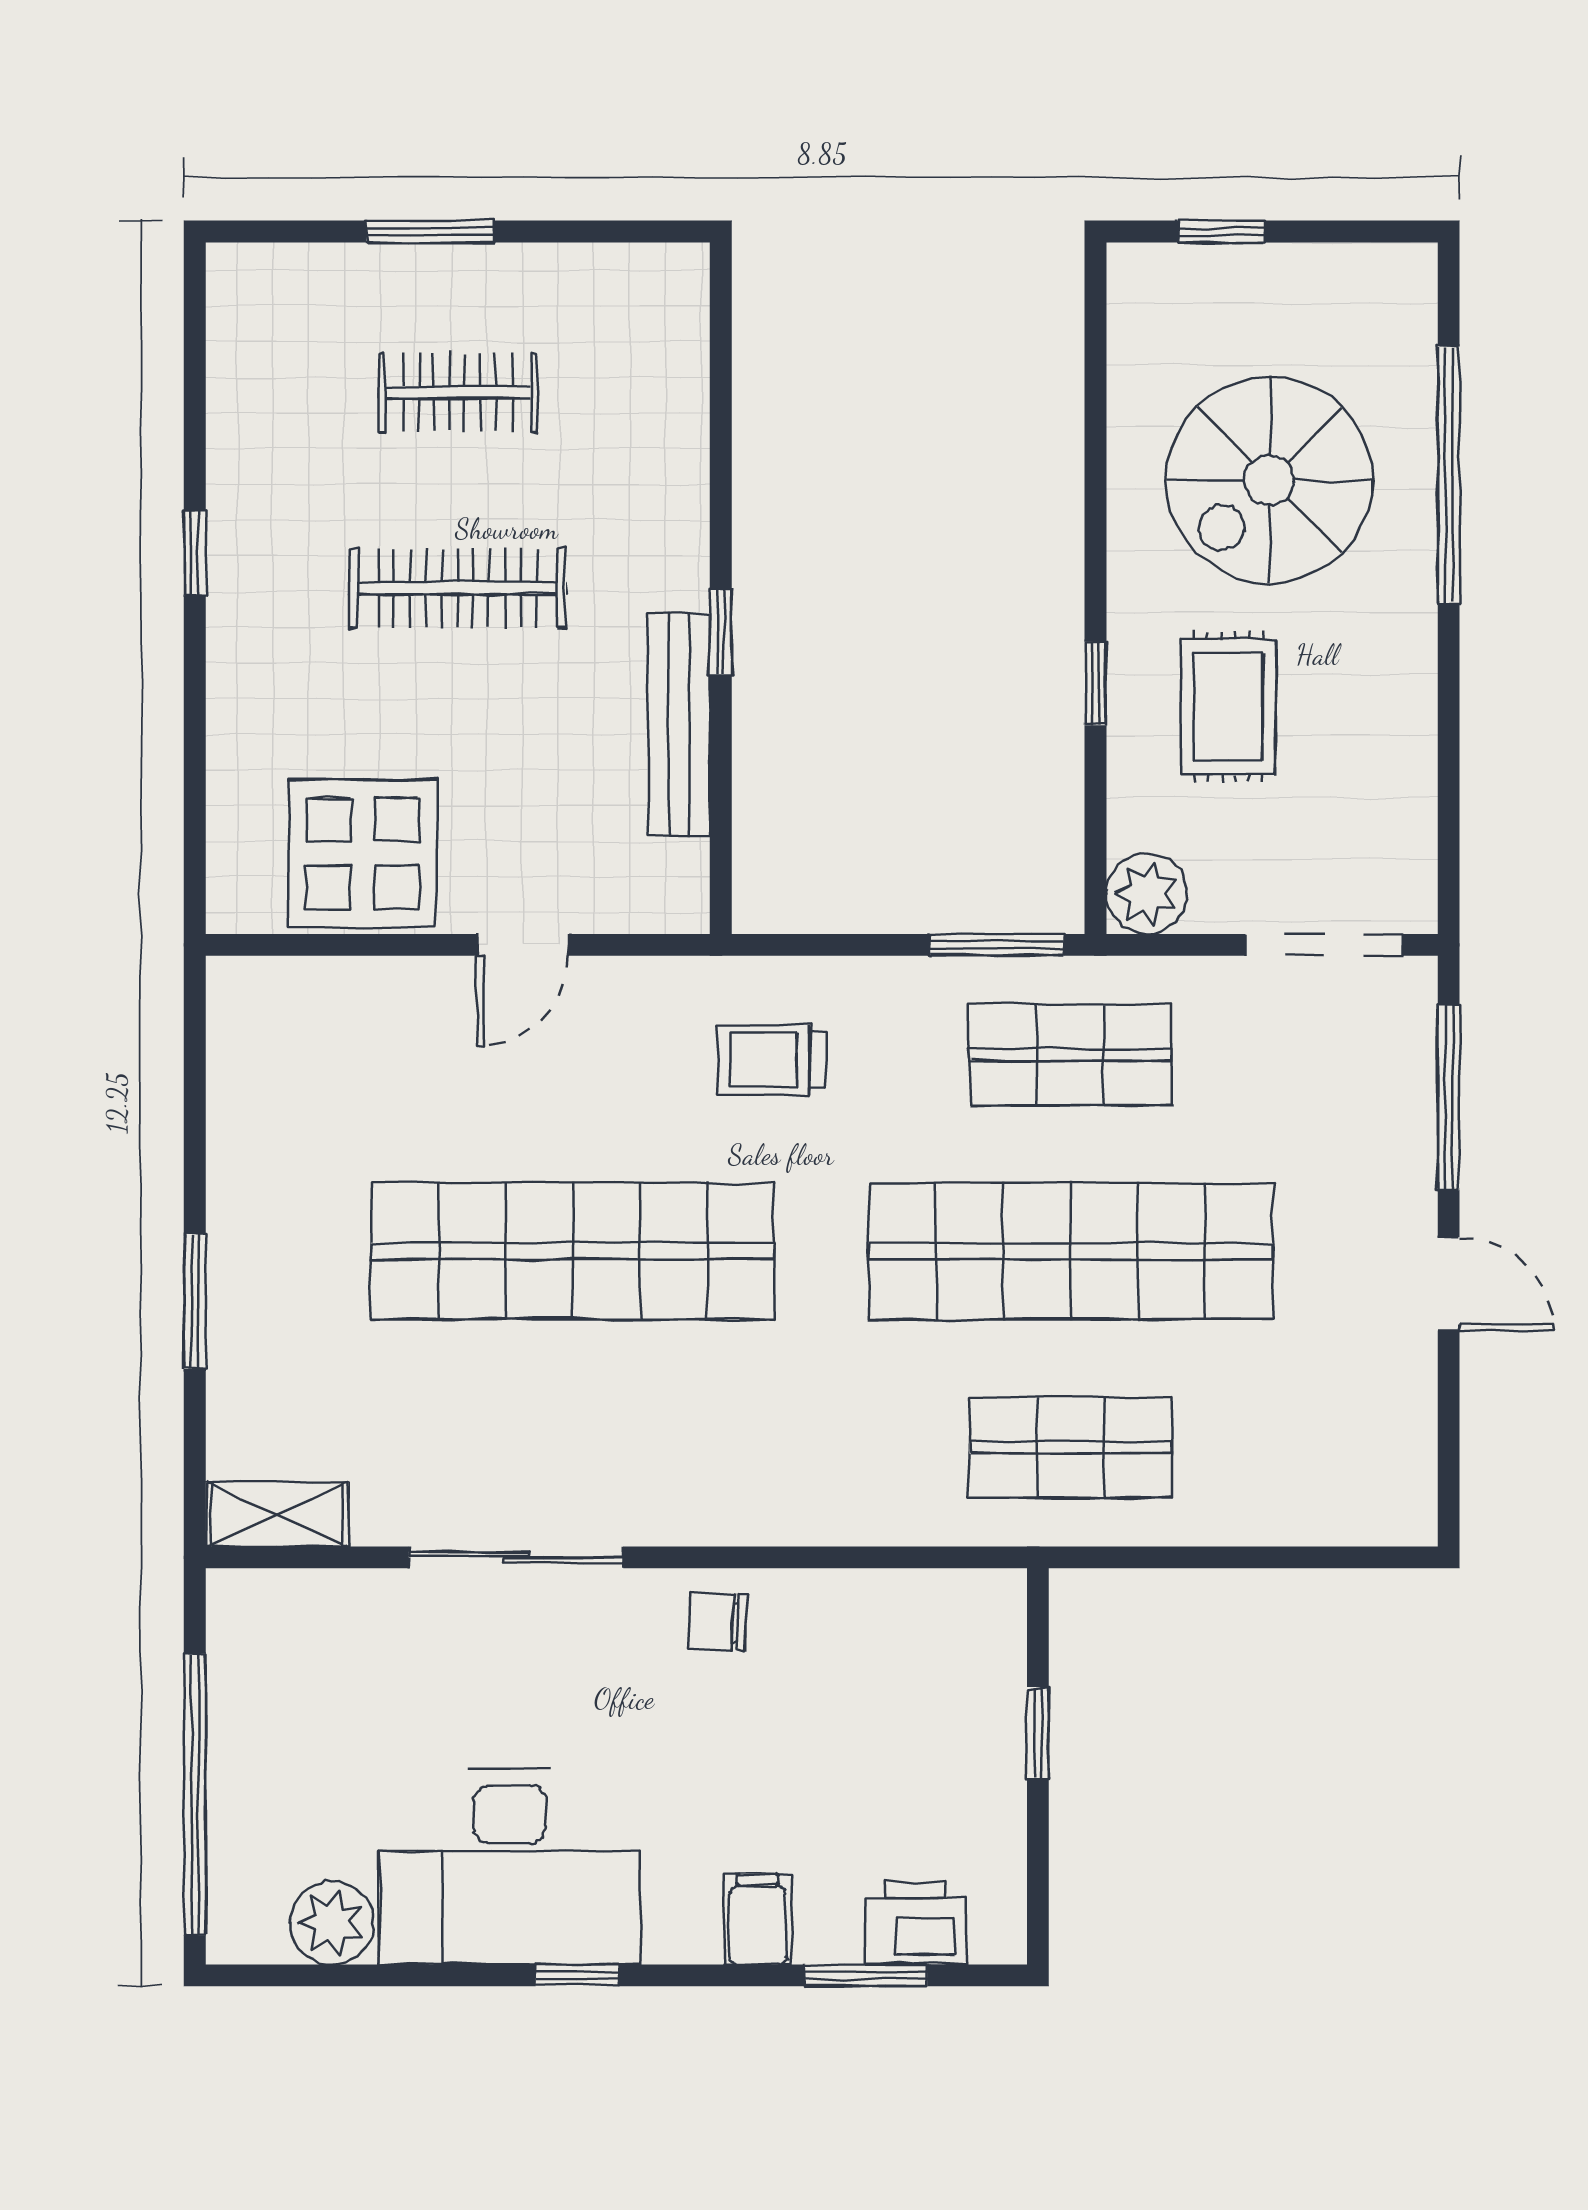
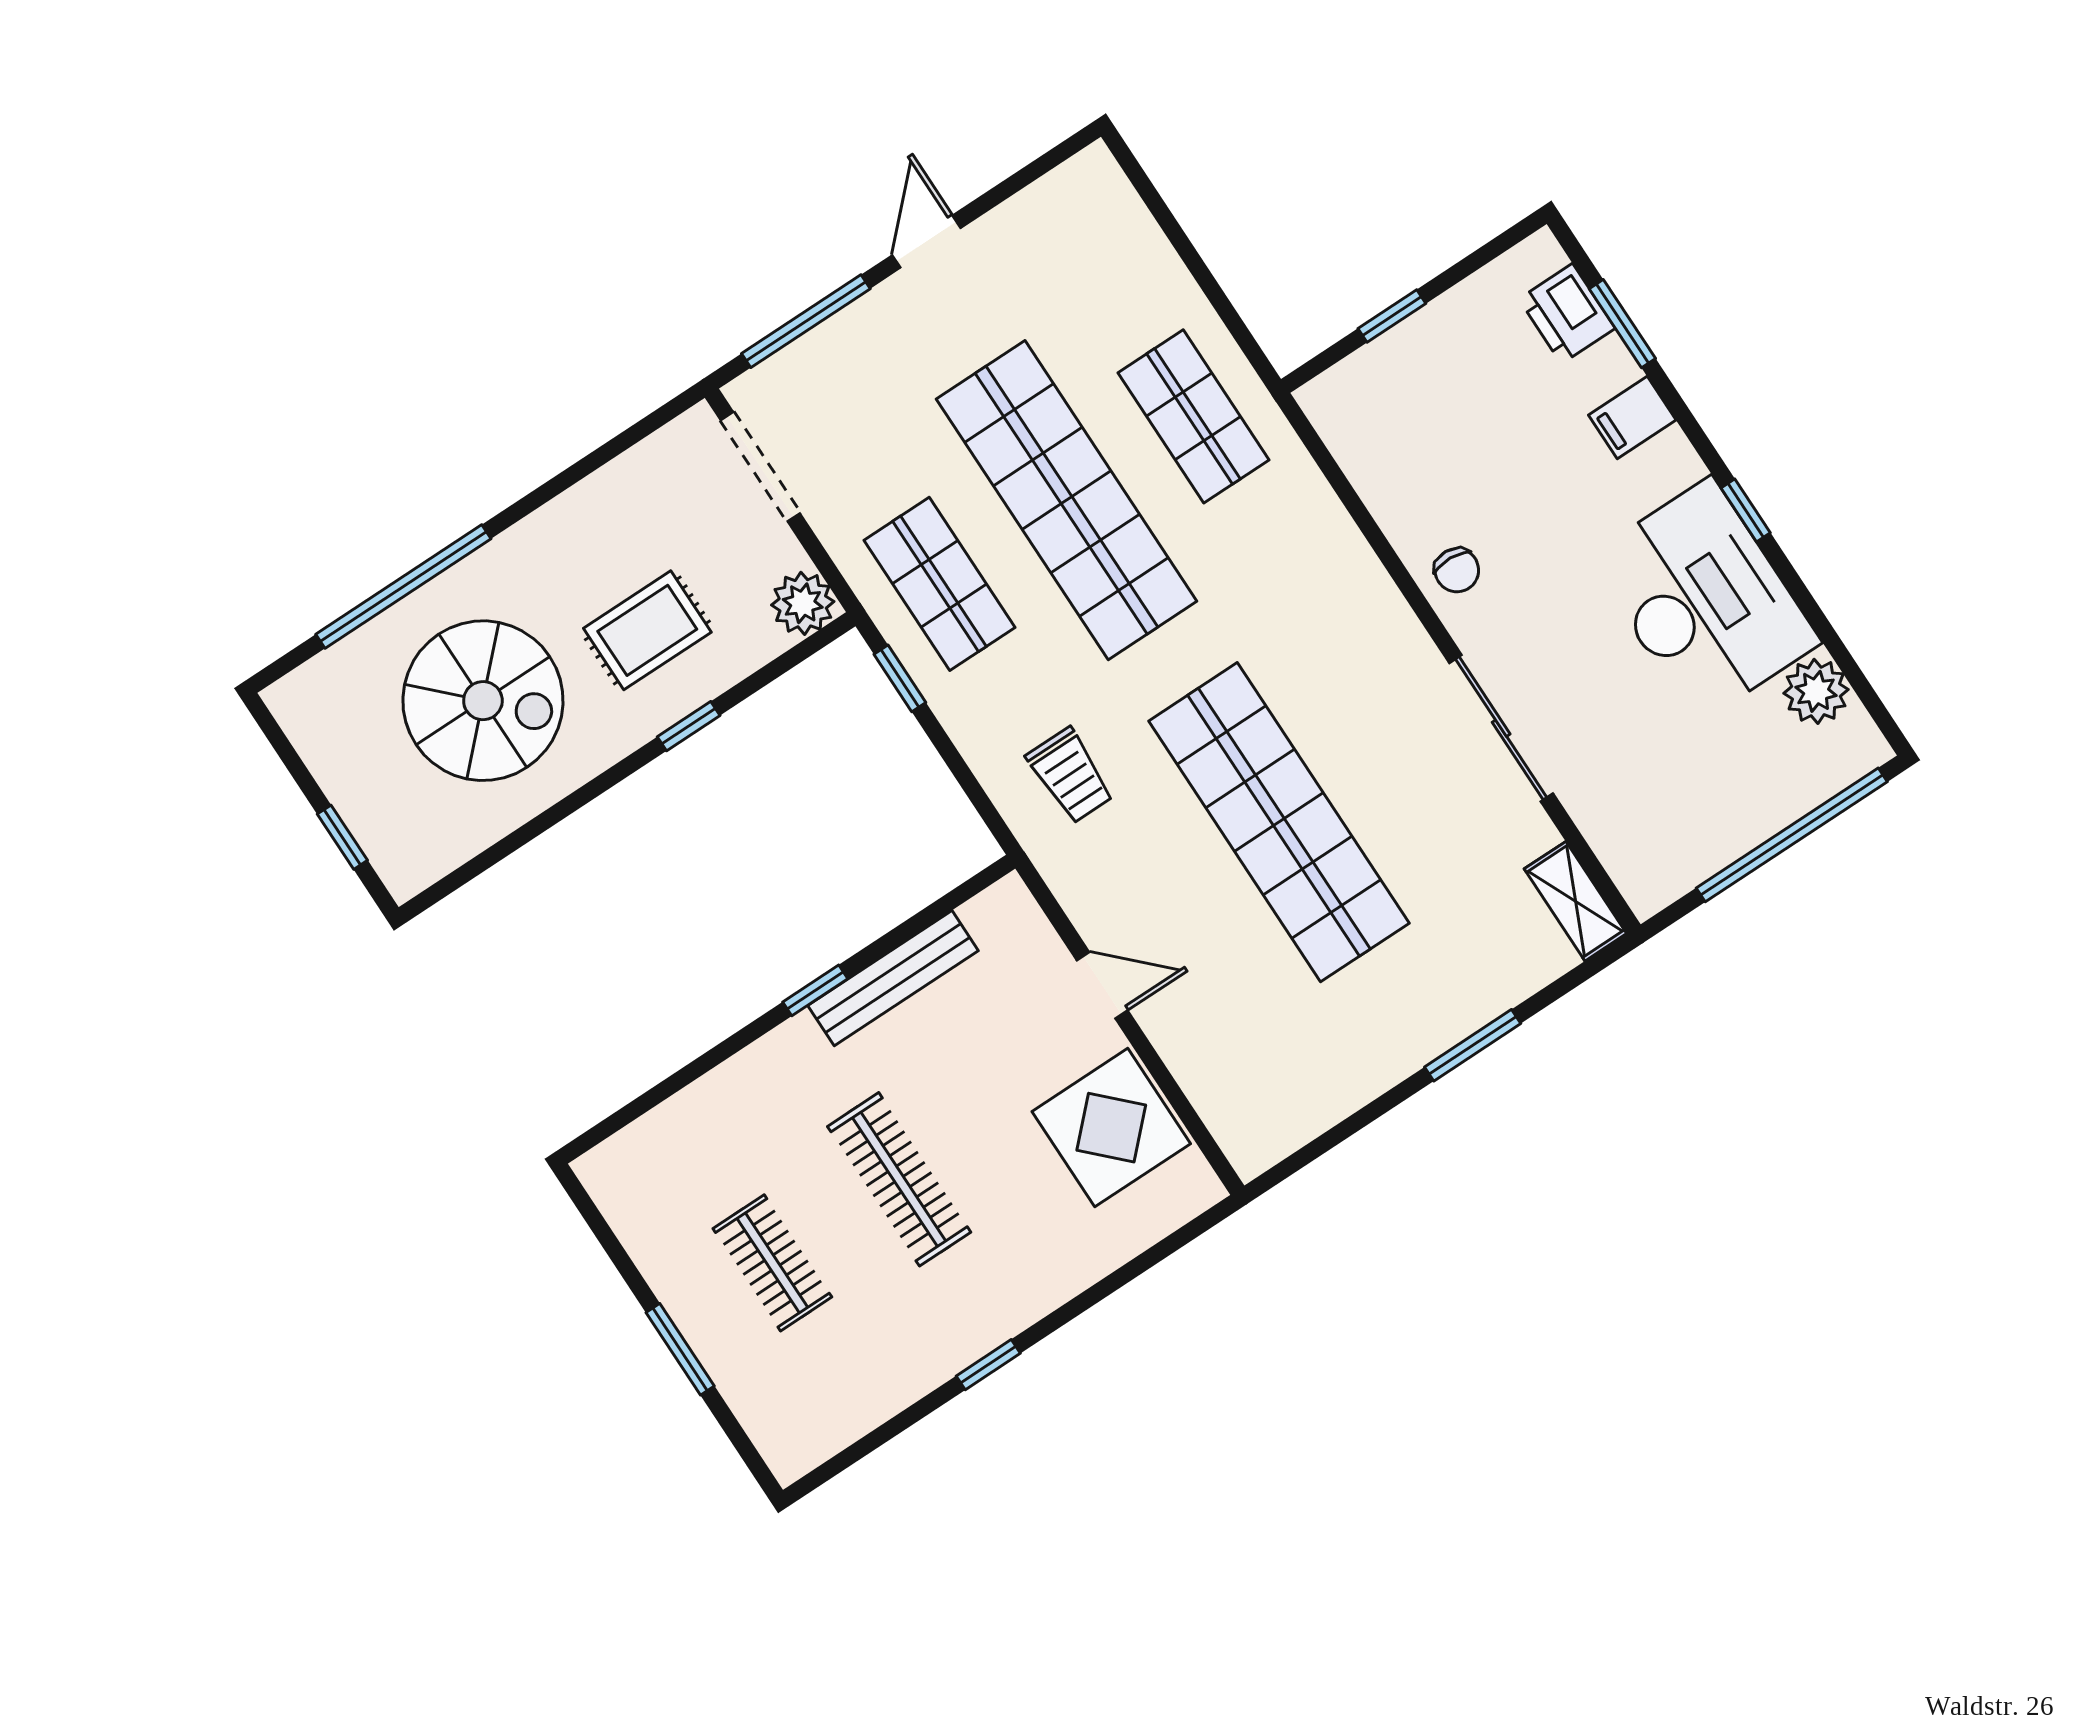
window: (997, 945) -> (900, 678), width x0.67

